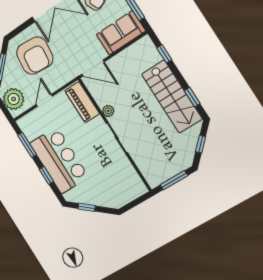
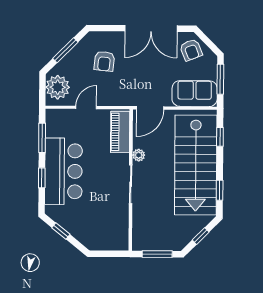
armchair: (35, 56) -> (104, 61), width x0.53, depth x0.53
door: (93, 68) -> (150, 108), hinge flipped
stairs: (172, 97) -> (196, 165), width x1.36, depth x1.51

